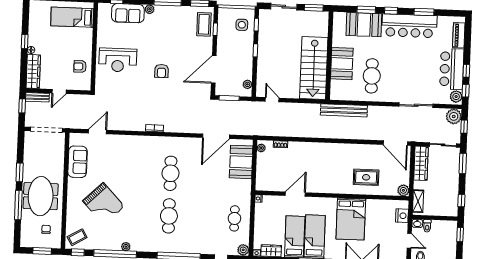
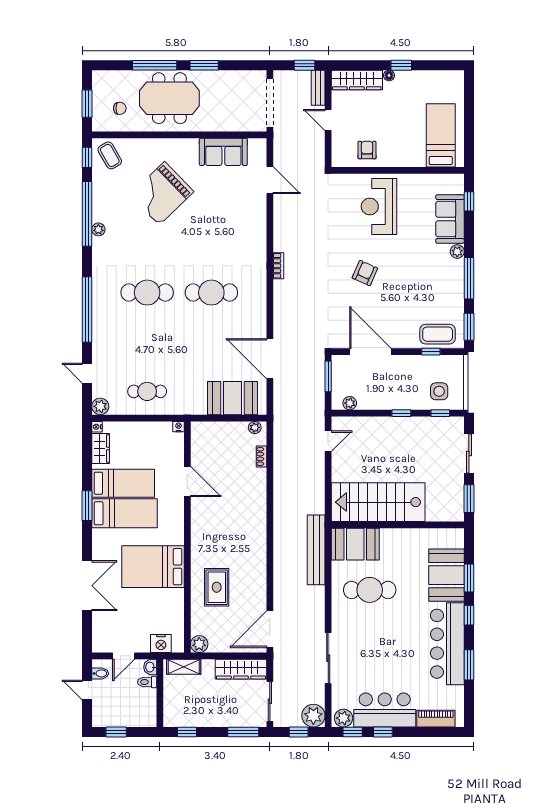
booth: (342, 64) -> (355, 544), moved
armchair: (162, 71) -> (365, 273), turned 114
window: (460, 235) -> (116, 732), moved

